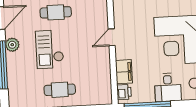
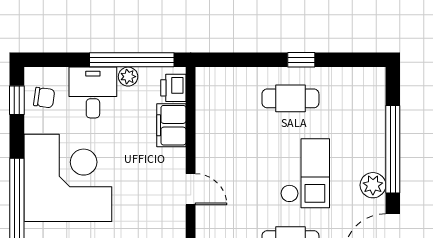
door: (112, 37) -> (191, 189), hinge flipped
plant: (149, 97) -> (128, 77), added

